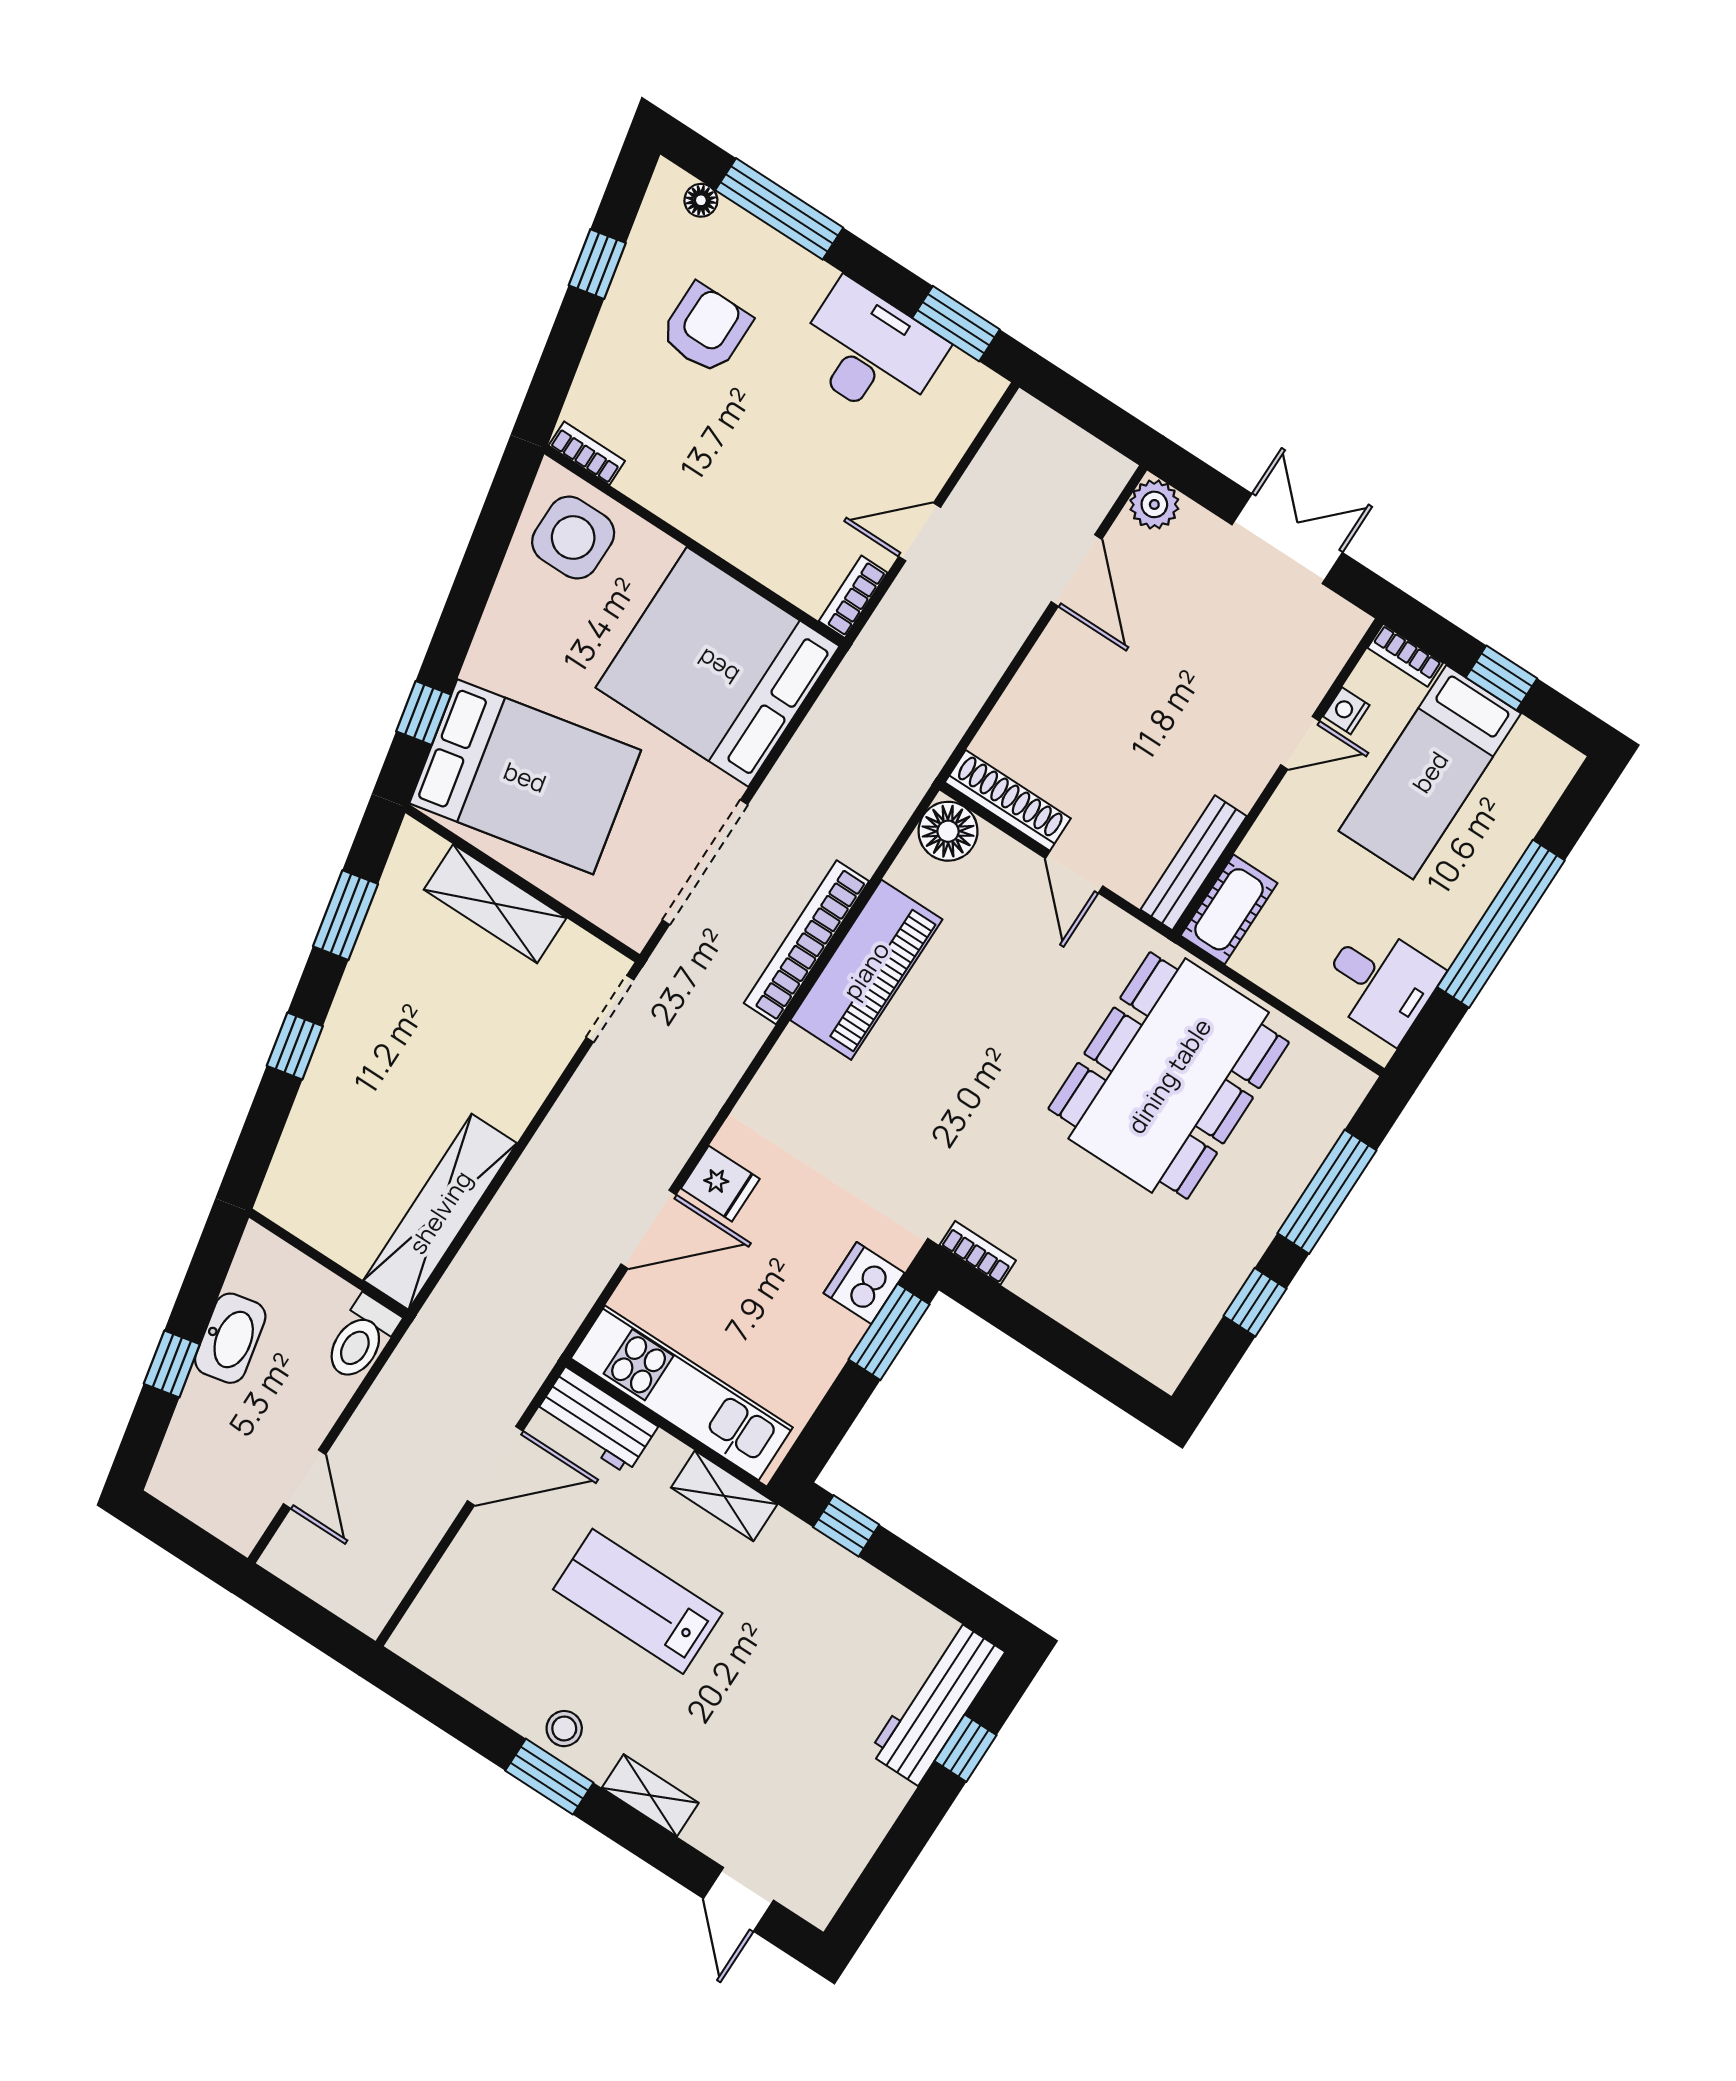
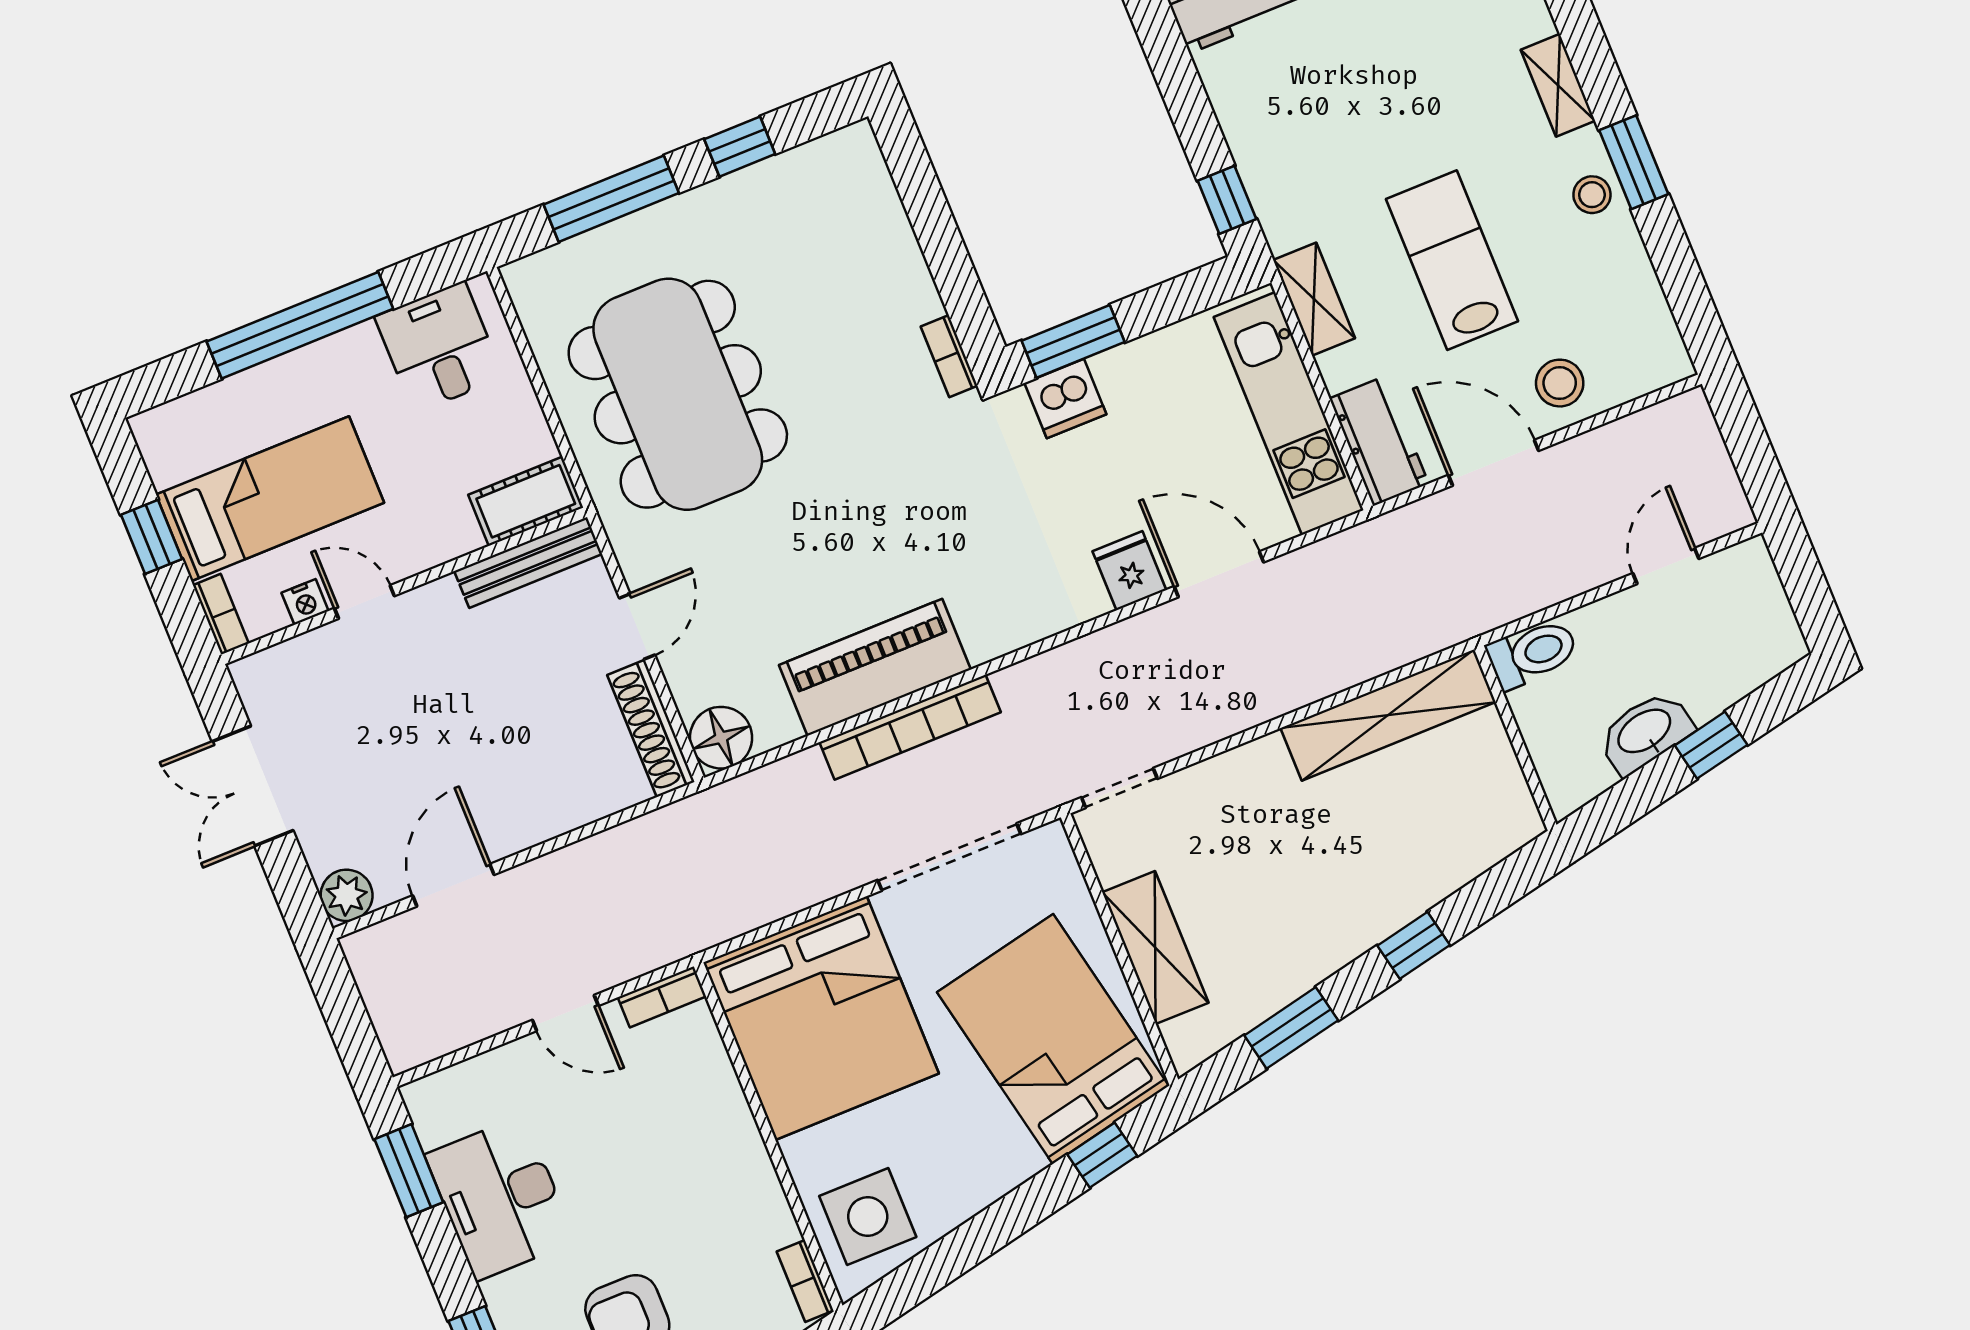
dining table: (1169, 1076) -> (678, 394), turned 90
stool: (487, 1564) -> (1560, 383), added
lab bench: (638, 1601) -> (1452, 260), turned 180

